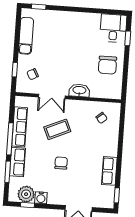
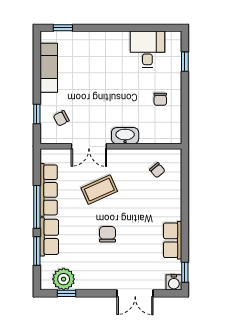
desk: (113, 28) -> (147, 49), moved
chair: (107, 65) -> (160, 99), width x0.54, depth x0.54
water cooler: (41, 198) -> (174, 282), moved

